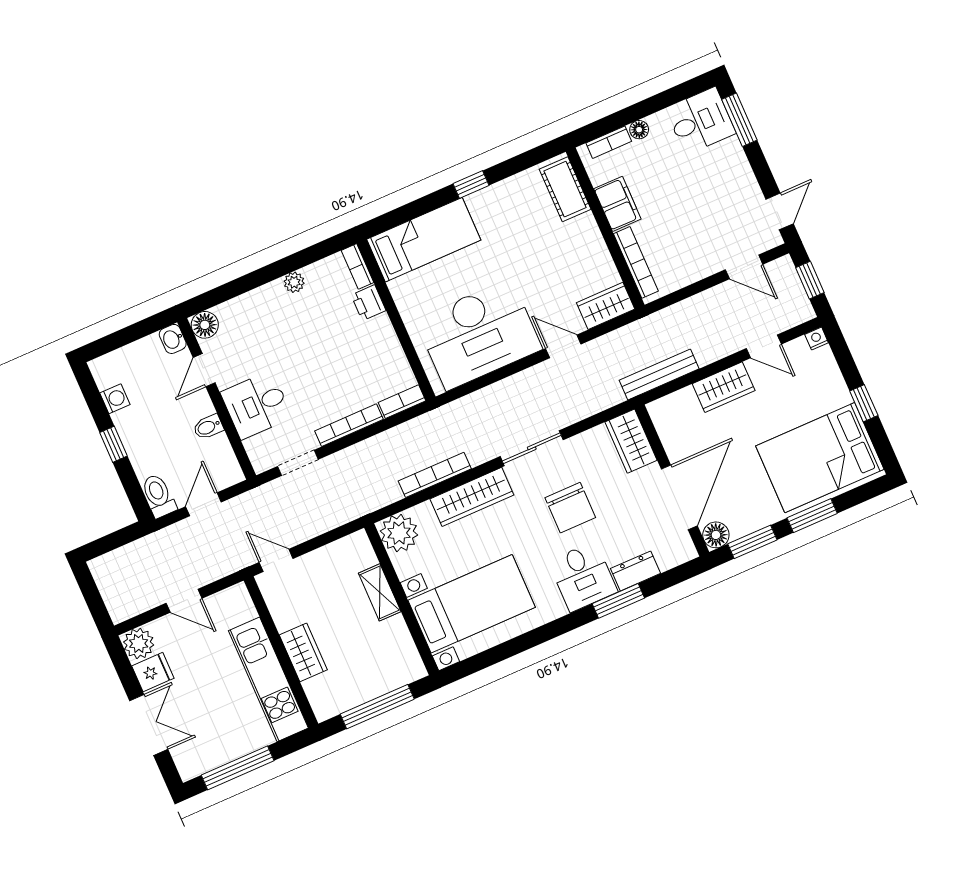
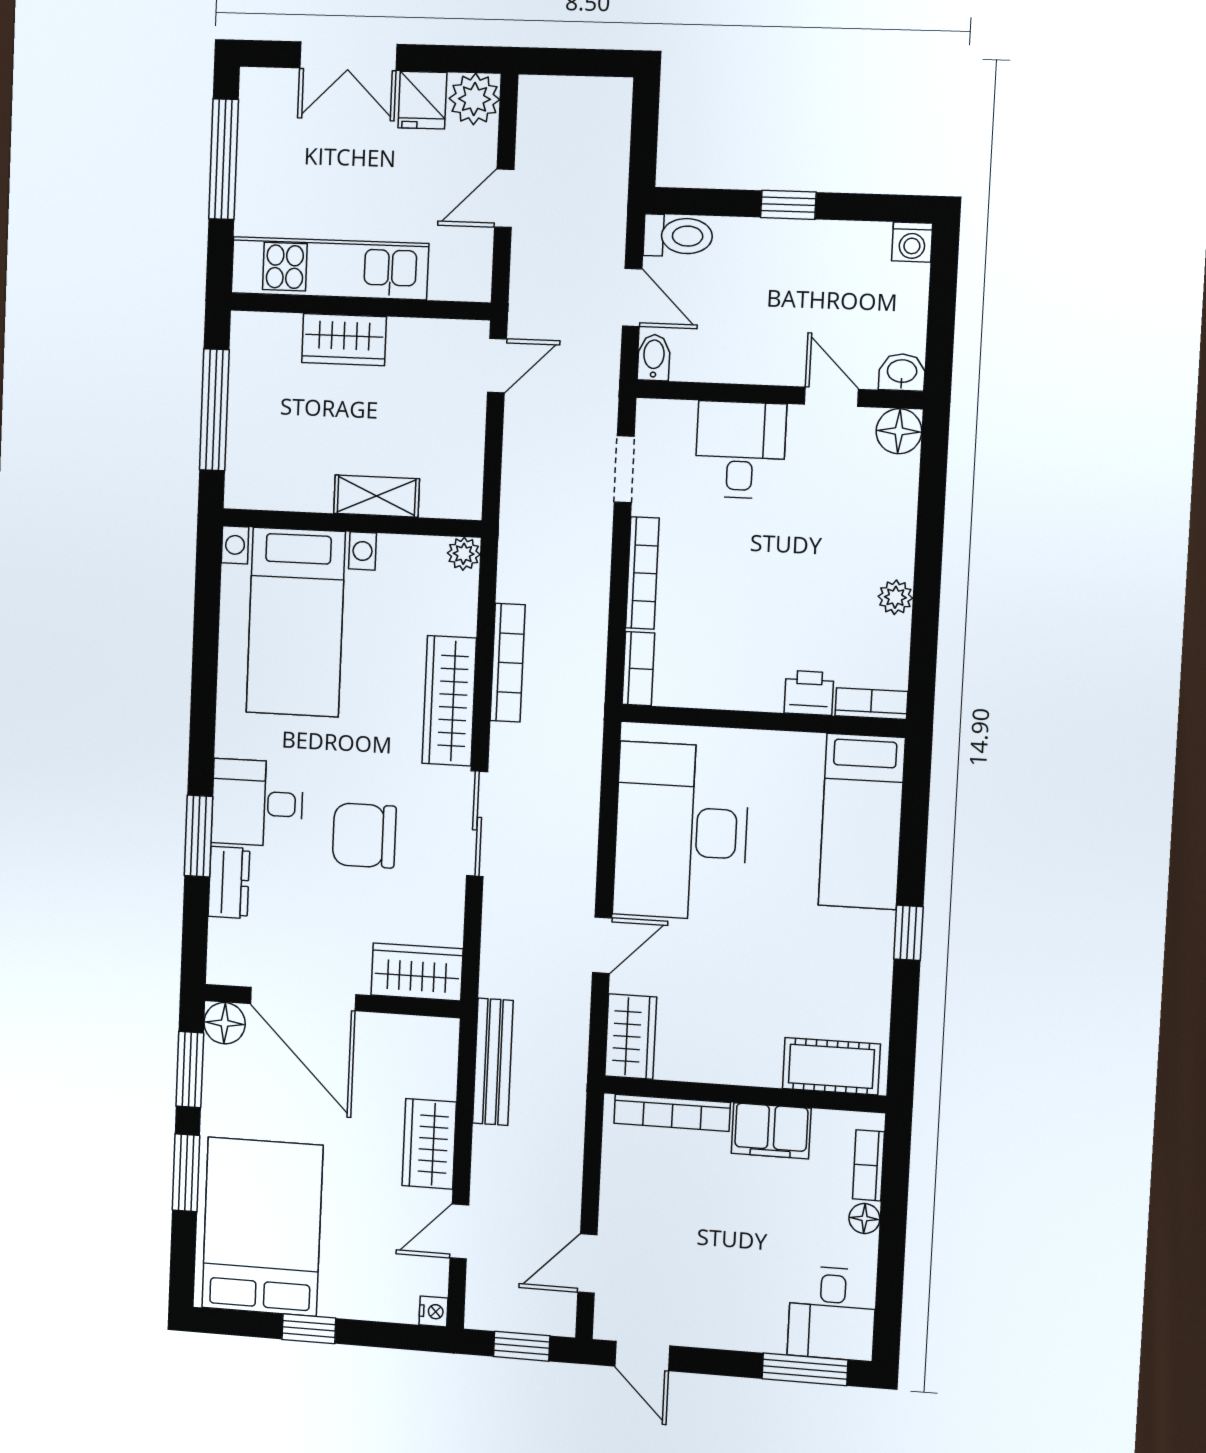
washing machine: (115, 399) -> (912, 242), moved
bidet: (208, 427) -> (654, 357), moved
plant: (399, 533) -> (464, 554), width x0.53, depth x0.53

